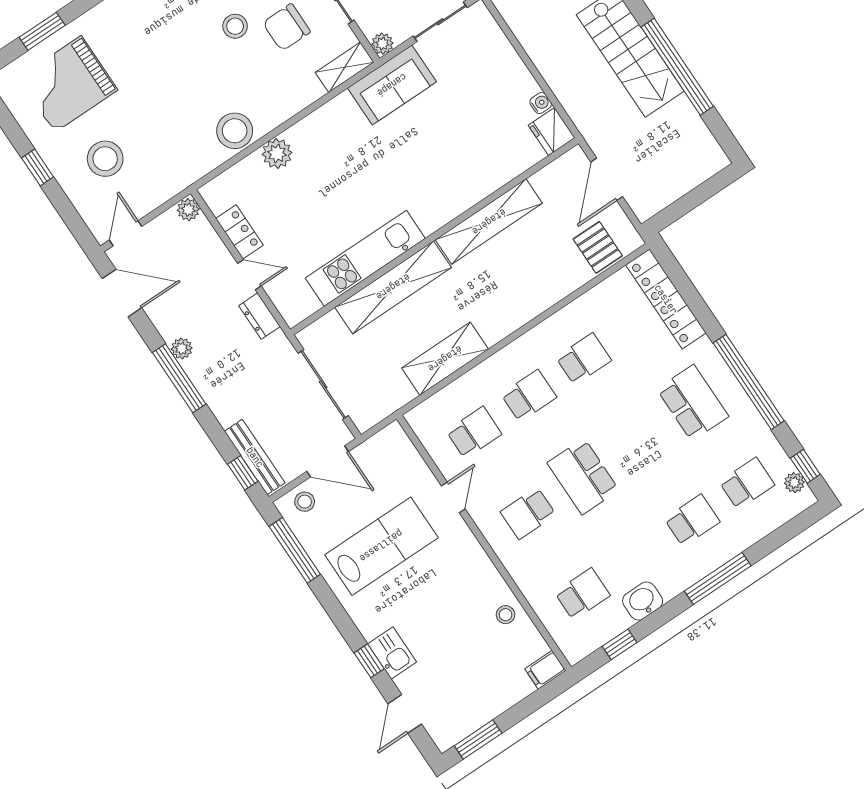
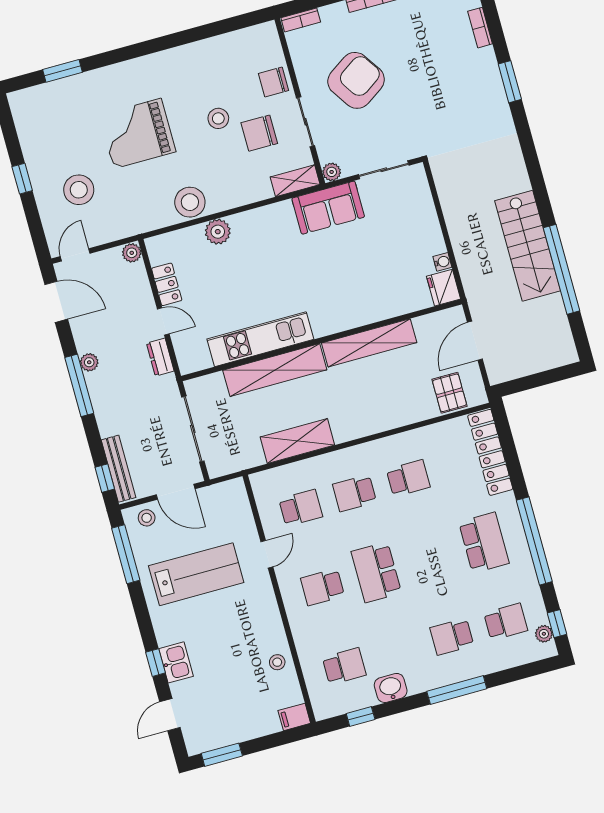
grand piano: (68, 84) -> (137, 134), moved
school desk: (529, 396) -> (354, 493), turned 180
school desk: (692, 520) -> (452, 637), turned 180

